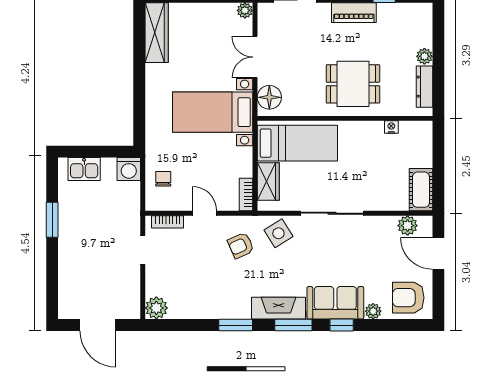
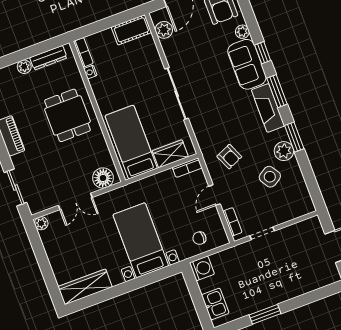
bed with nightstands: (213, 112) -> (141, 240), moved, turned 180
bookcase: (416, 127) -> (83, 52), added
side table: (278, 233) -> (270, 177), moved
plant: (156, 308) -> (284, 151), moved

